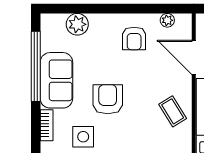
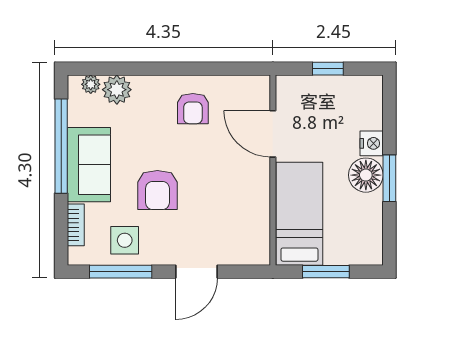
plant: (167, 20) -> (91, 84), moved
armchair: (108, 99) -> (157, 190), turned 180
coffee table: (173, 111) -> (244, 206), removed

